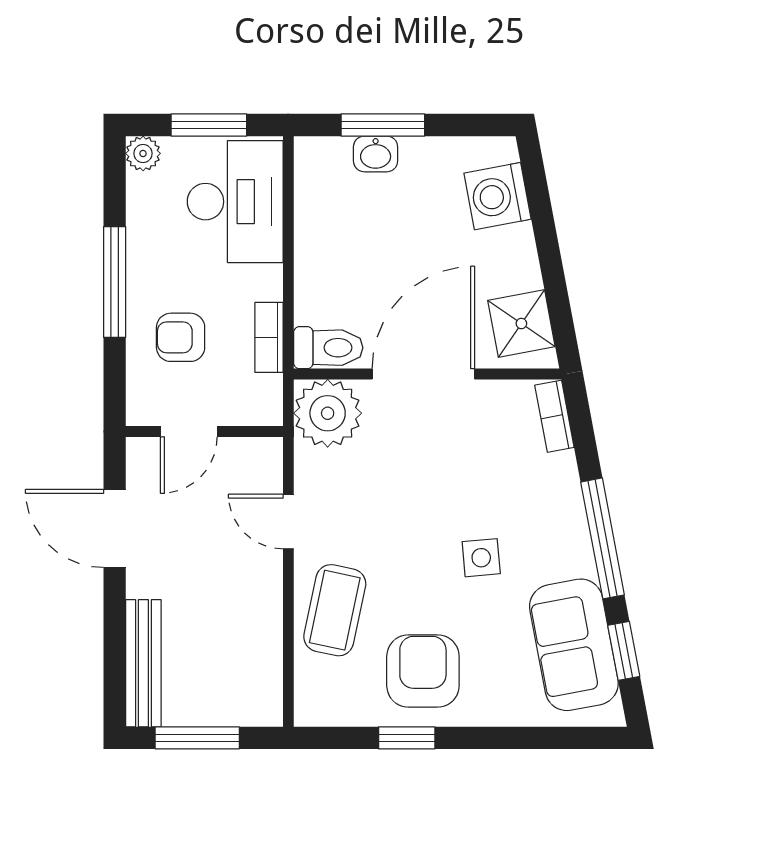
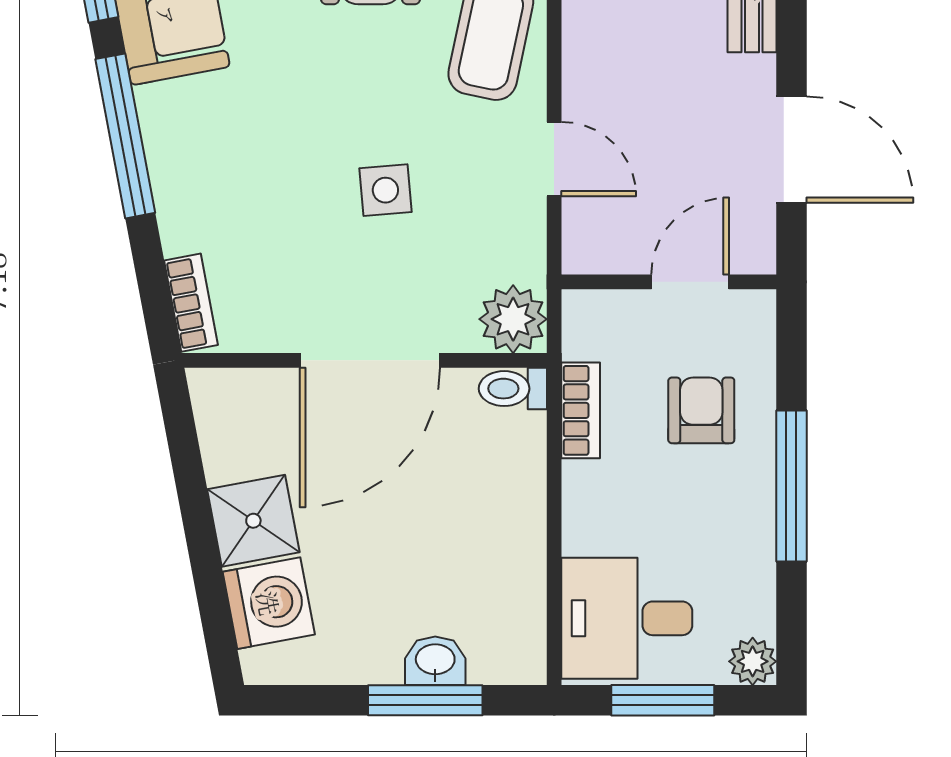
desk: (235, 202) -> (627, 618), width x0.73
shower: (521, 324) -> (253, 521), moved
armchair: (181, 337) -> (701, 410), turned -90
toilet: (328, 348) -> (513, 389), width x0.73, depth x0.72
plant: (328, 413) -> (513, 319), width x0.73, depth x0.73
side table: (481, 558) -> (385, 190), moved

